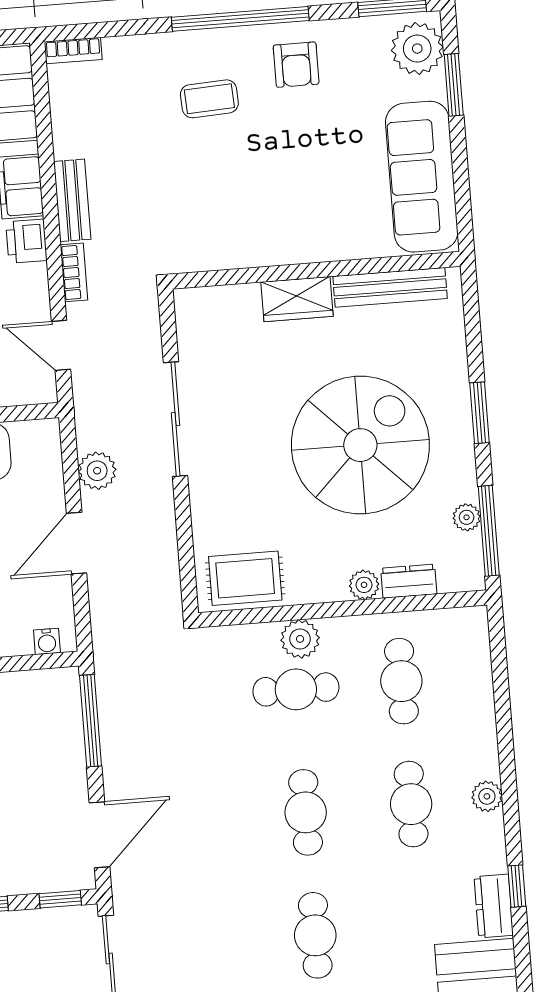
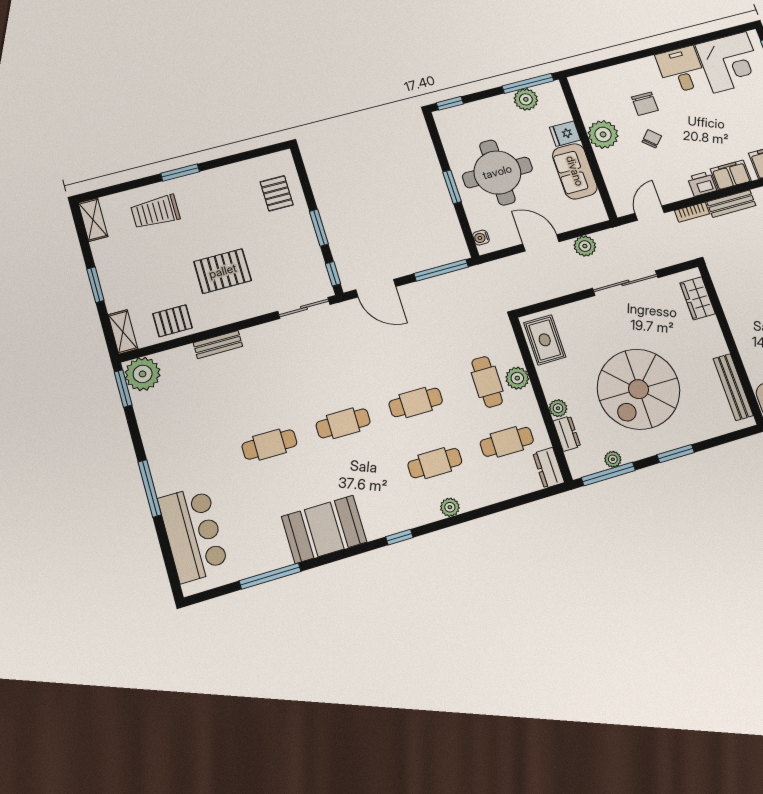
wardrobe: (297, 299) -> (698, 298), moved
spiral stairs: (360, 445) -> (639, 389), turned 90
dresser: (494, 906) -> (549, 468), moved, turned -90

